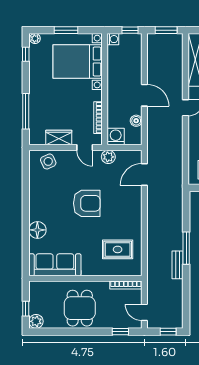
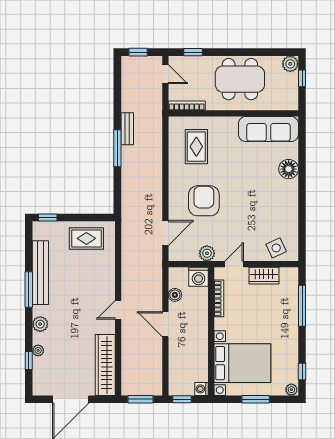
door: (85, 147) -> (234, 264), hinge flipped
armchair: (87, 203) -> (204, 201), moved, turned 90
rug: (118, 249) -> (196, 147), turned 90
dining table: (80, 308) -> (240, 79), width x1.38

